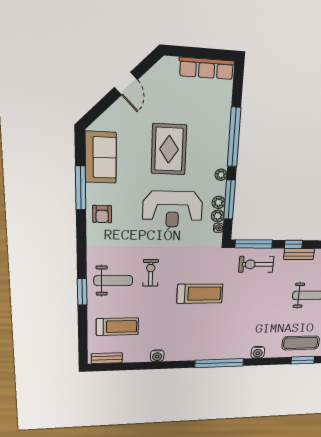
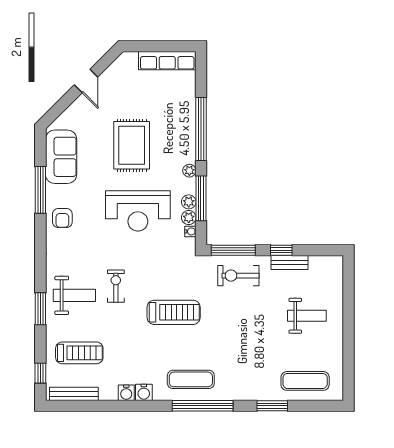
window: (83, 343) -> (40, 373), added
exercise mat: (211, 344) -> (191, 379), added
water cooler: (258, 352) -> (144, 392), moved
bench: (107, 358) -> (74, 394), width x1.36
window: (303, 360) -> (272, 406), moved

